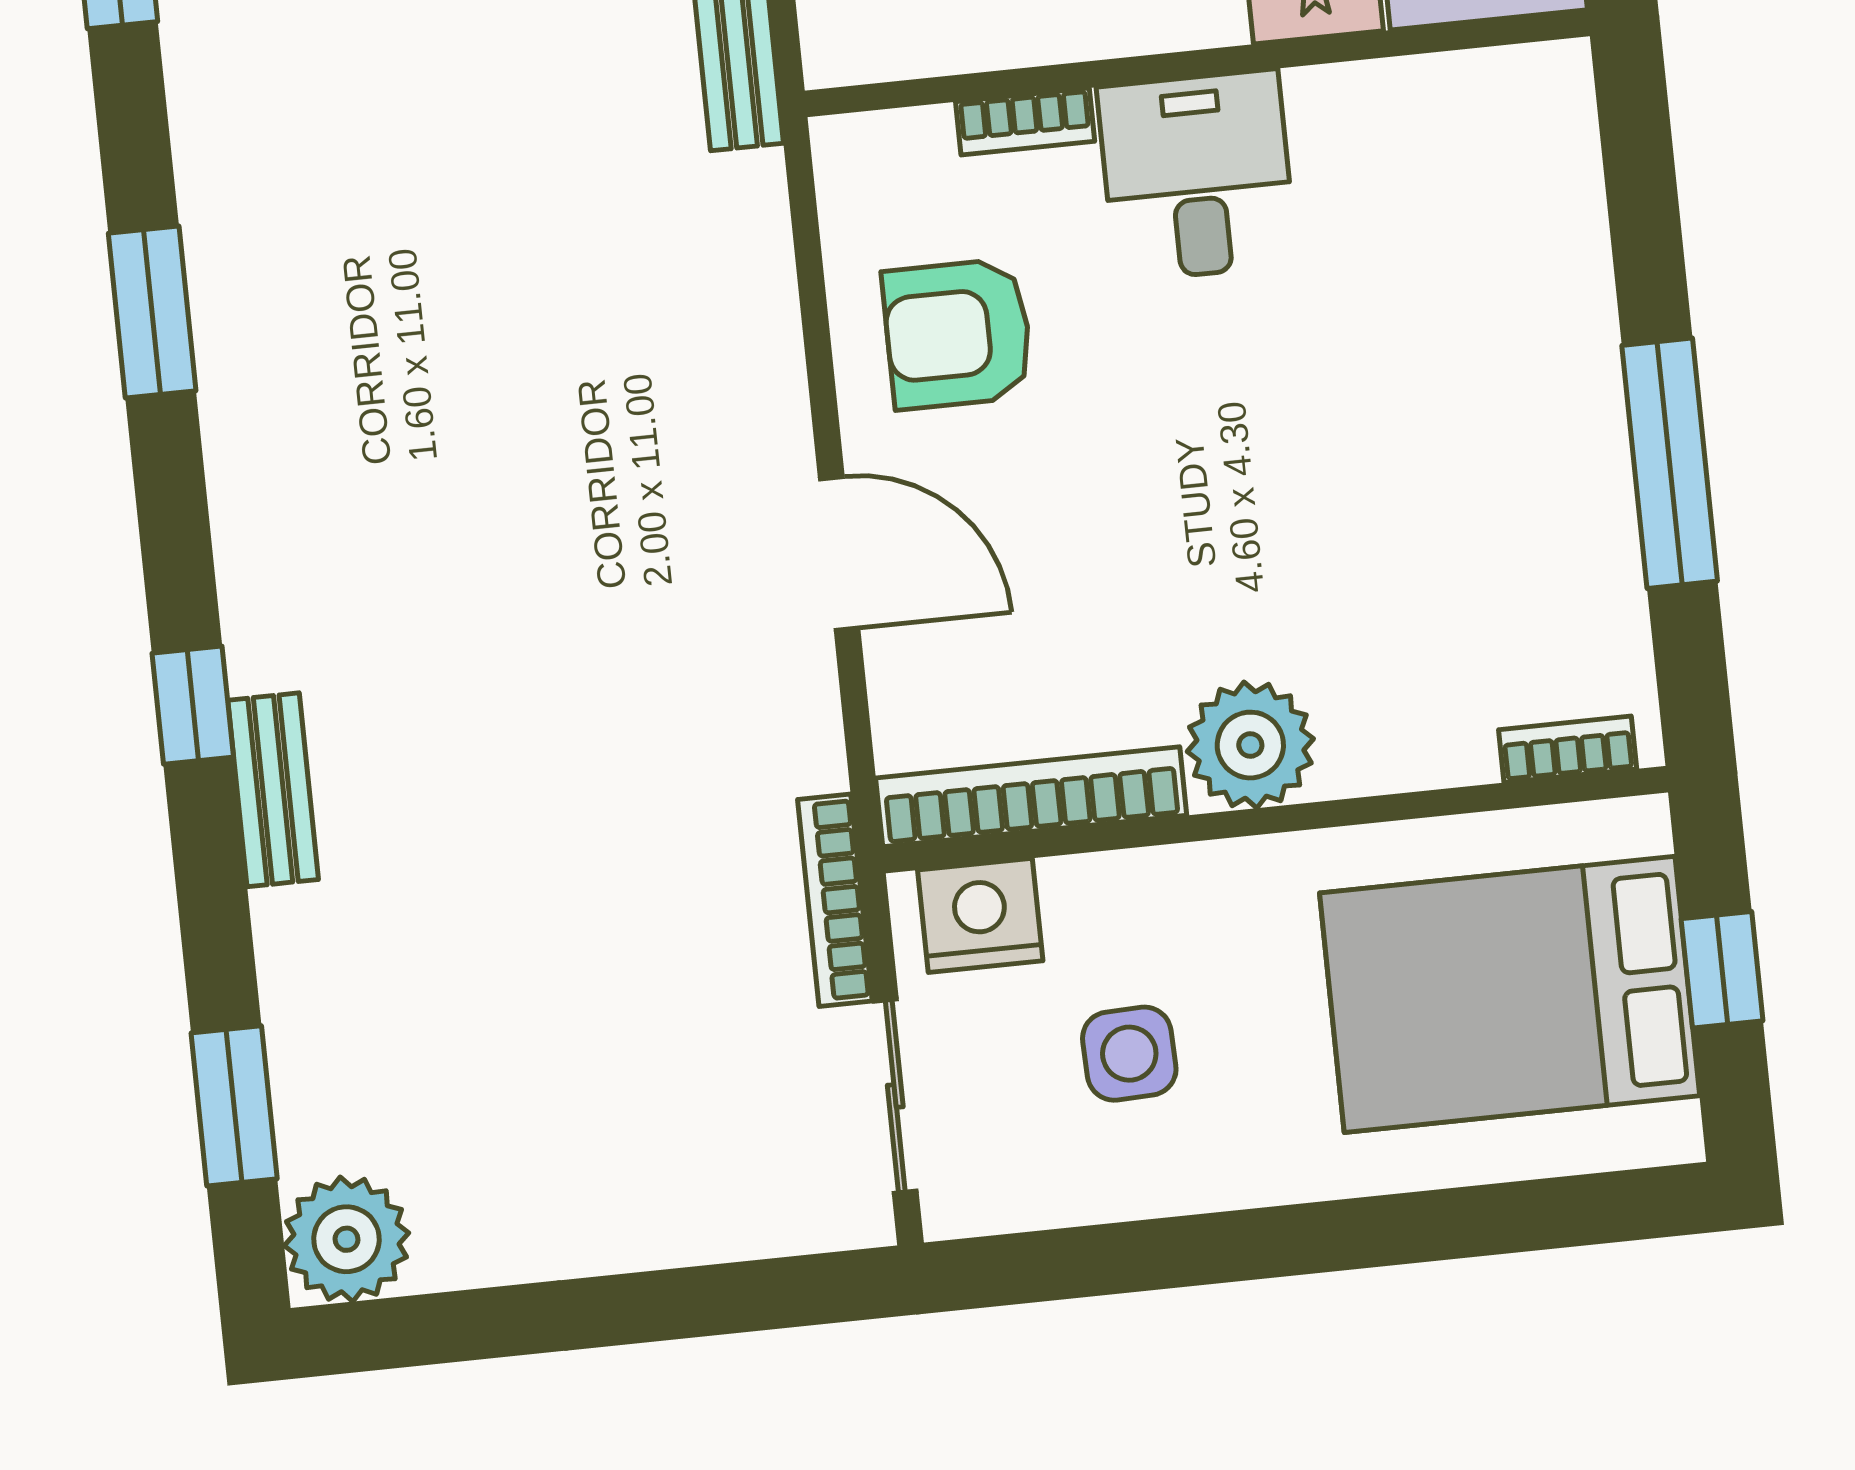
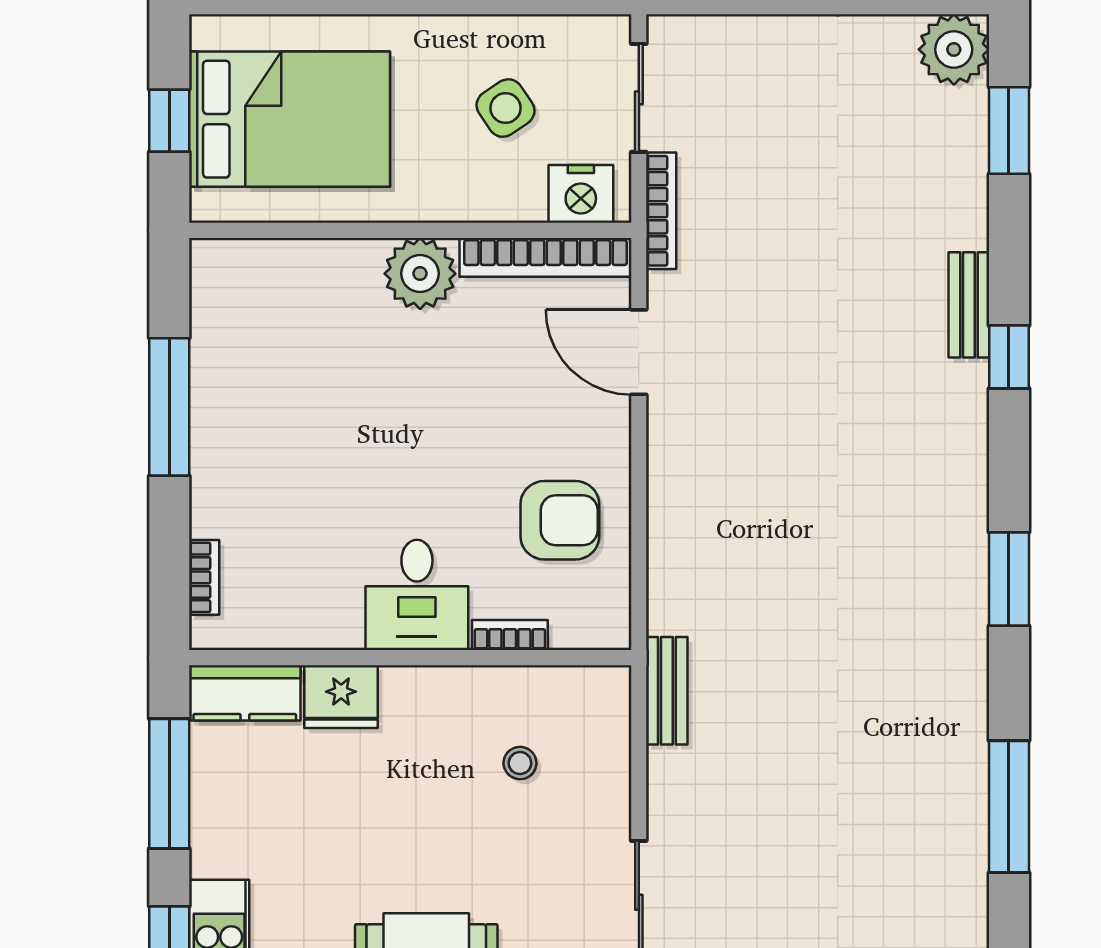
door: (839, 553) -> (639, 352), moved
bookcase: (1568, 749) -> (204, 577), moved, turned -90
side table: (1129, 1054) -> (506, 108), turned -32

